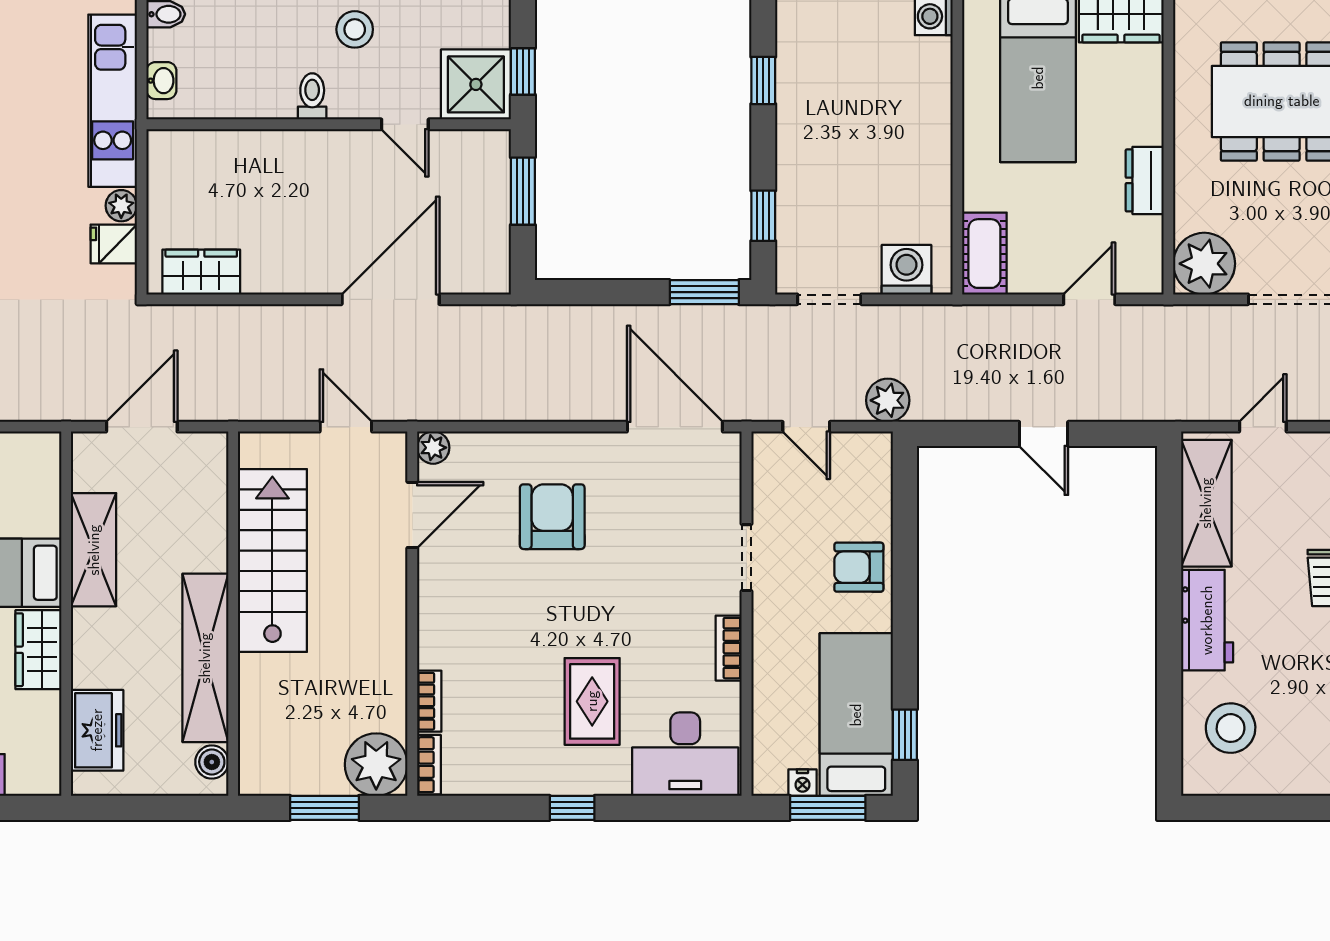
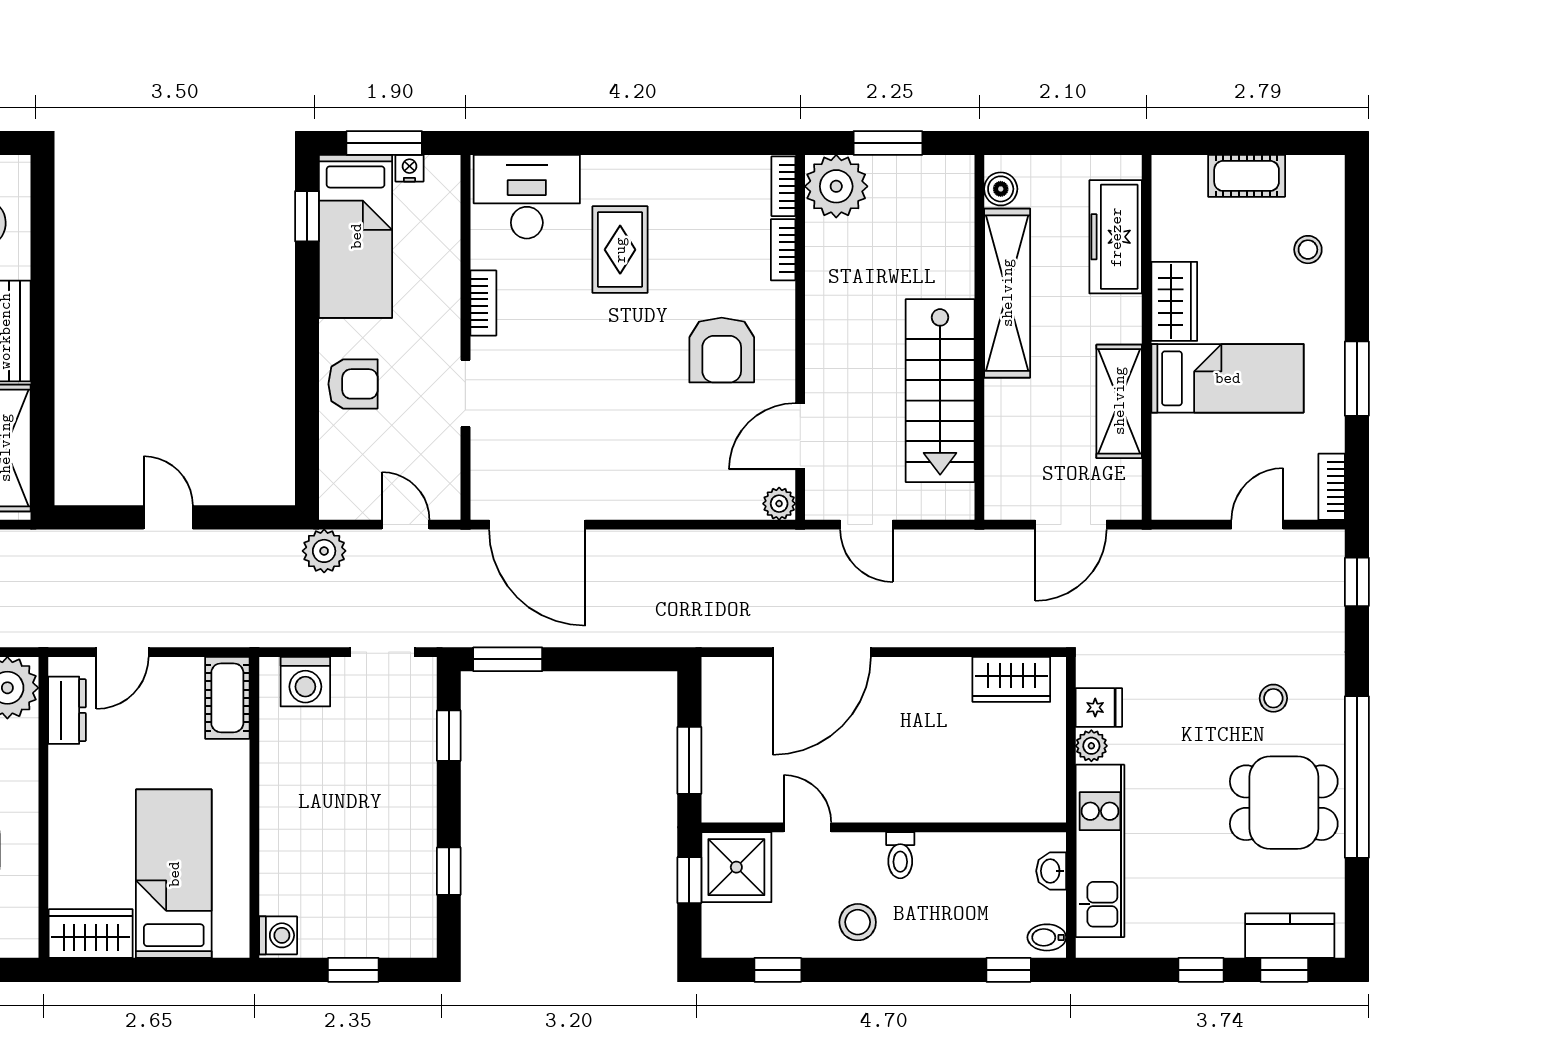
dresser: (1145, 180) -> (67, 710), moved
armchair: (552, 517) -> (722, 350), moved
freezer: (97, 730) -> (1116, 237), width x1.40
window: (572, 808) -> (640, 143), removed

